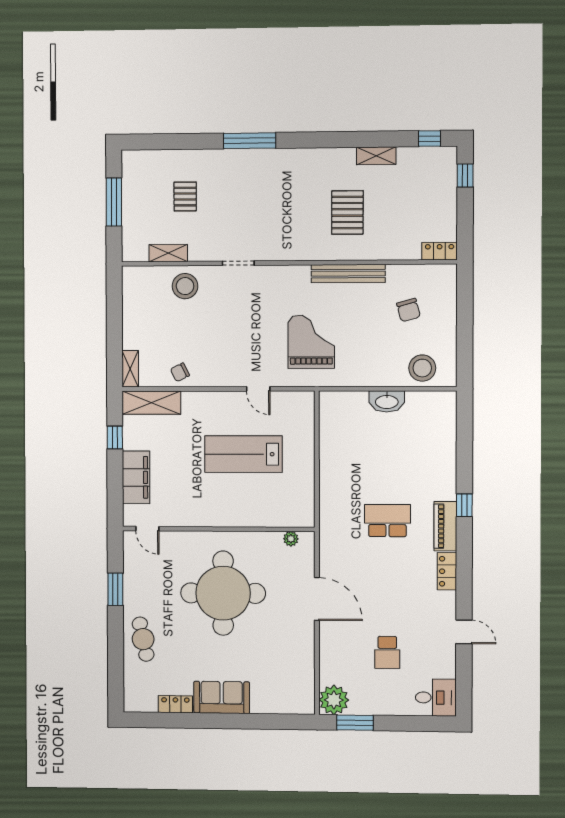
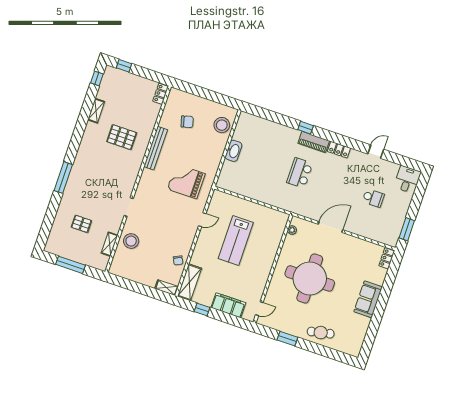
plant: (334, 700) -> (390, 237), removed
locker: (175, 704) -> (387, 258), moved

